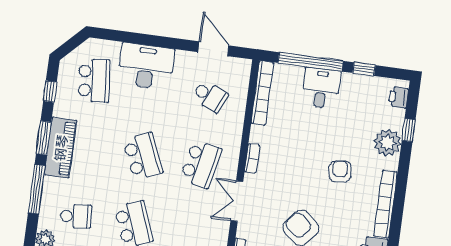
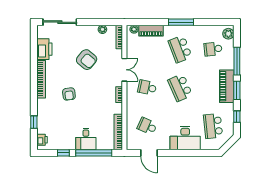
plant: (387, 143) -> (45, 114), removed
school desk: (201, 164) -> (147, 88), width x0.54

